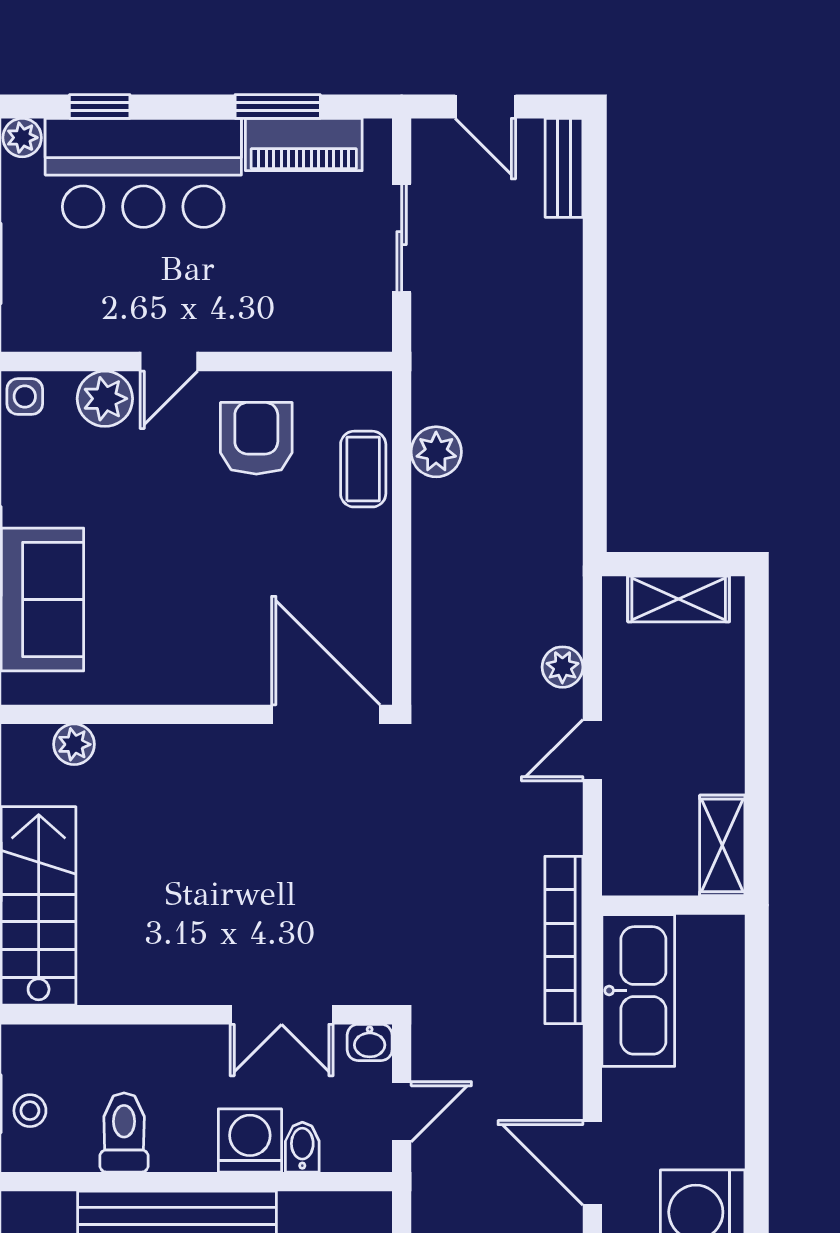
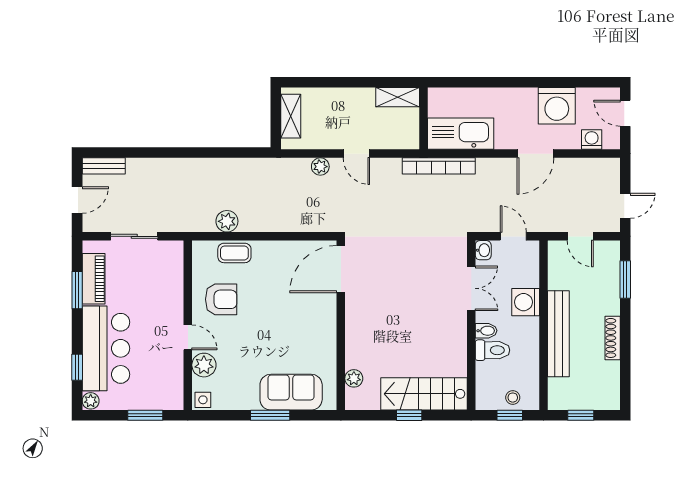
armchair: (256, 438) -> (221, 299), turned 180
toilet: (124, 1132) -> (492, 350), moved, turned 180
bidet: (302, 1147) -> (486, 331), moved, turned 180

